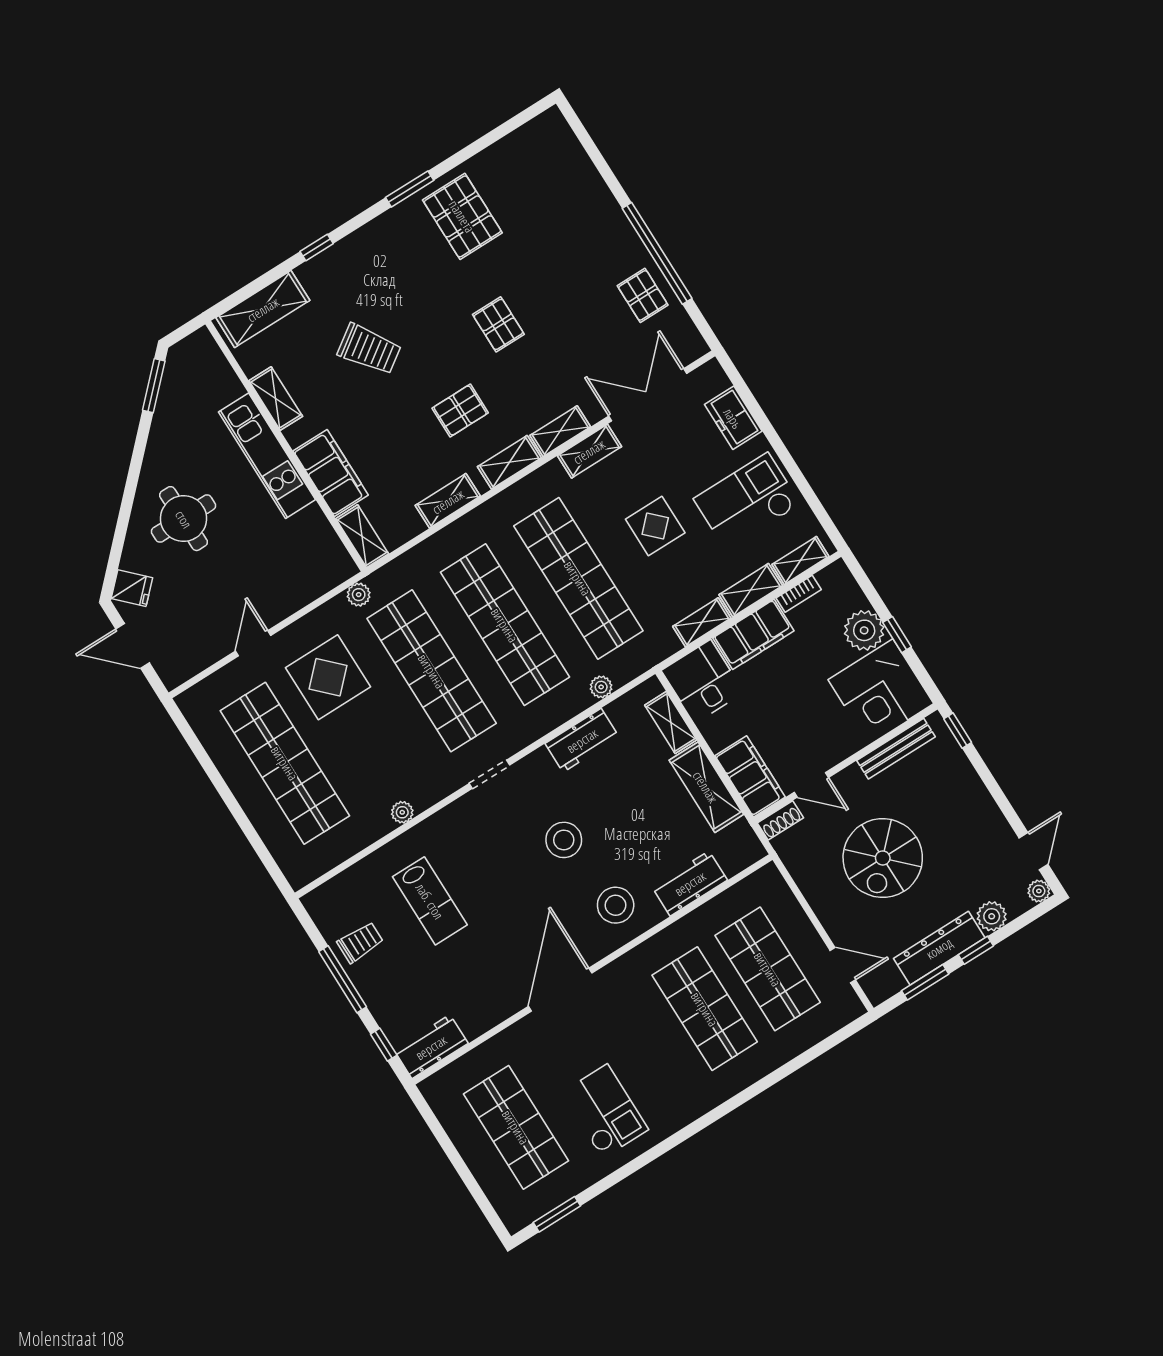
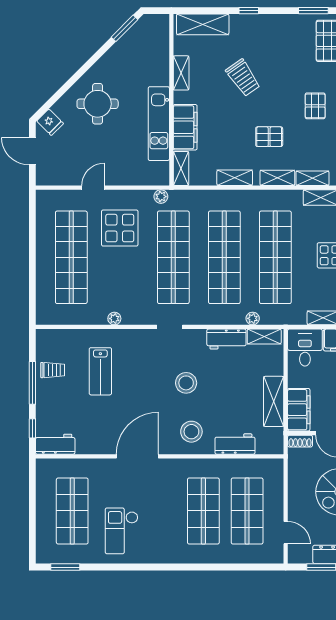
kitchen unit: (267, 456) -> (159, 124), moved
shelving: (671, 723) -> (264, 337), moved, turned 90
checkout: (605, 1111) -> (122, 531), turned 180

